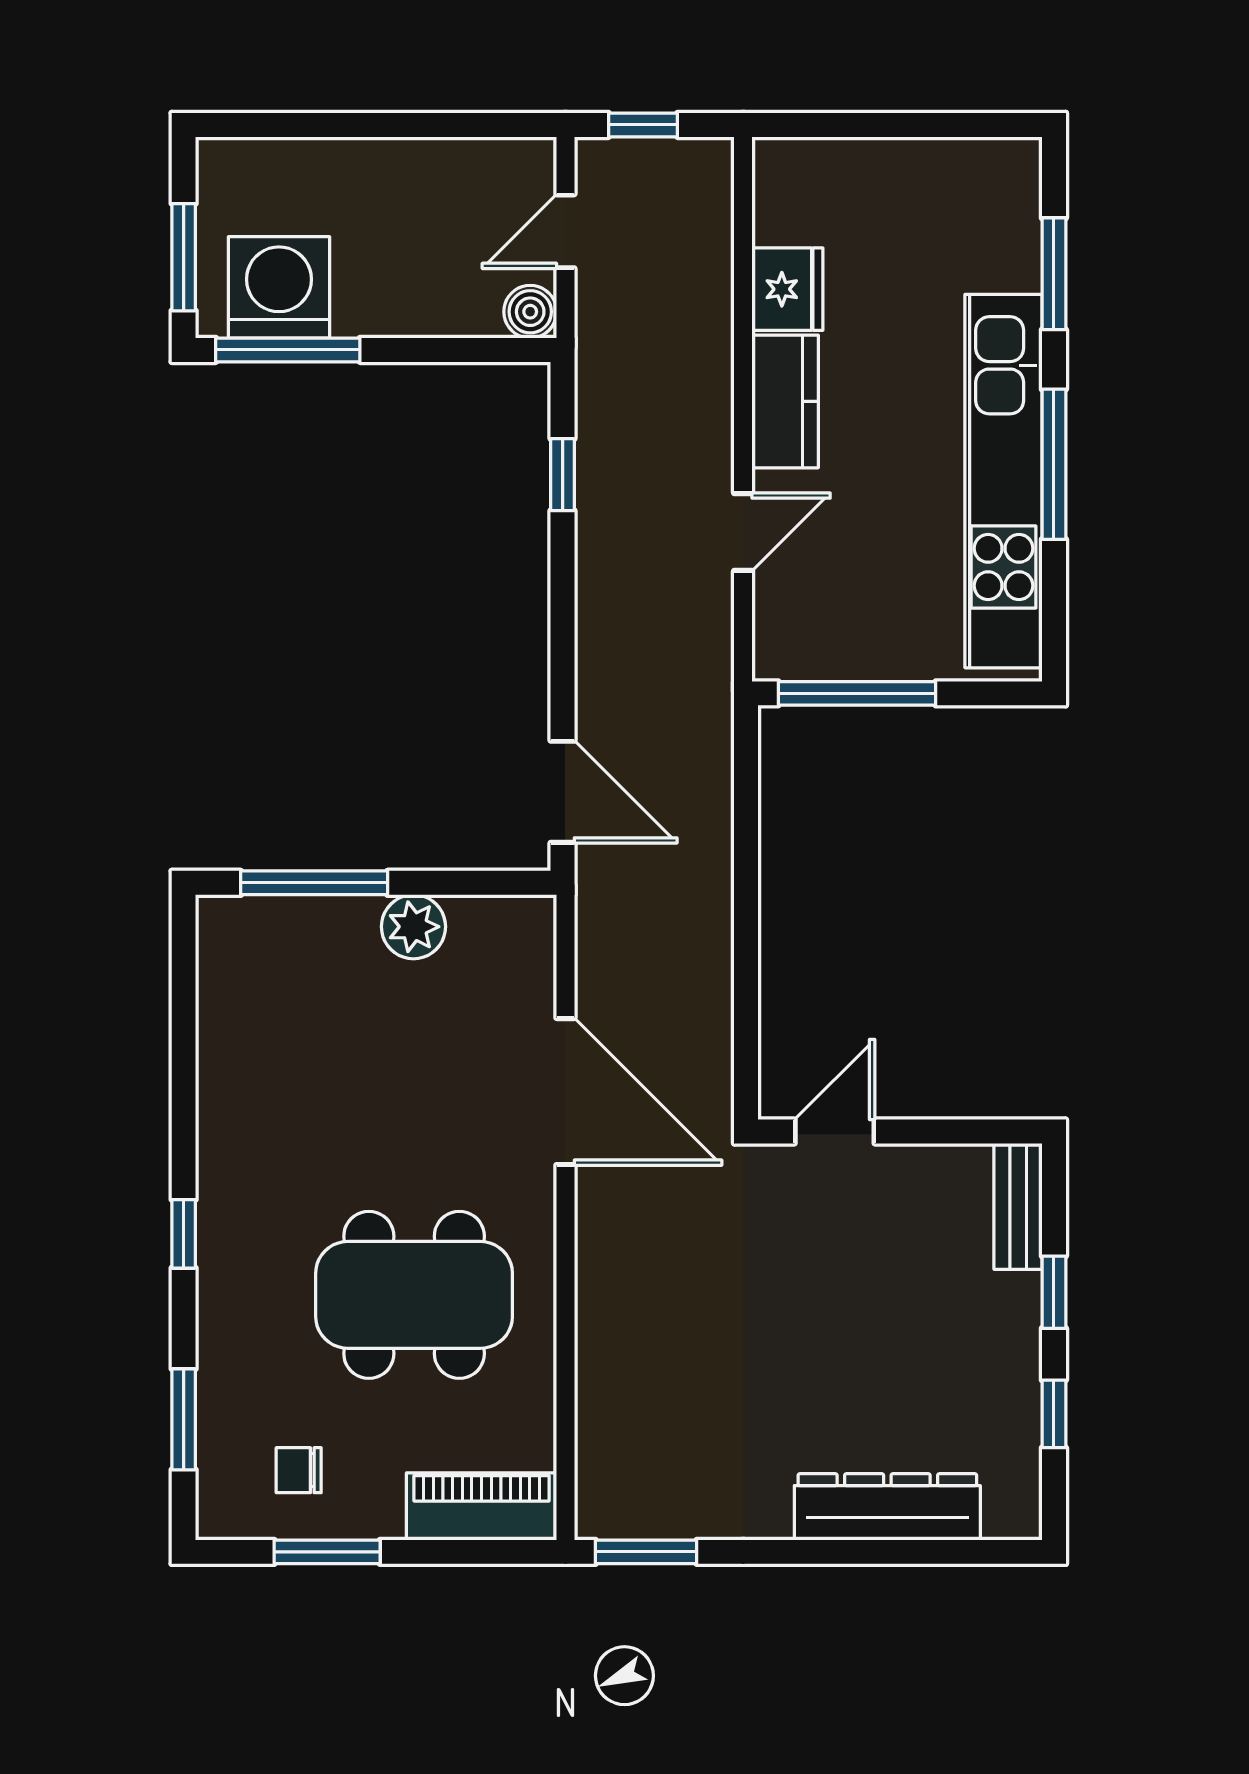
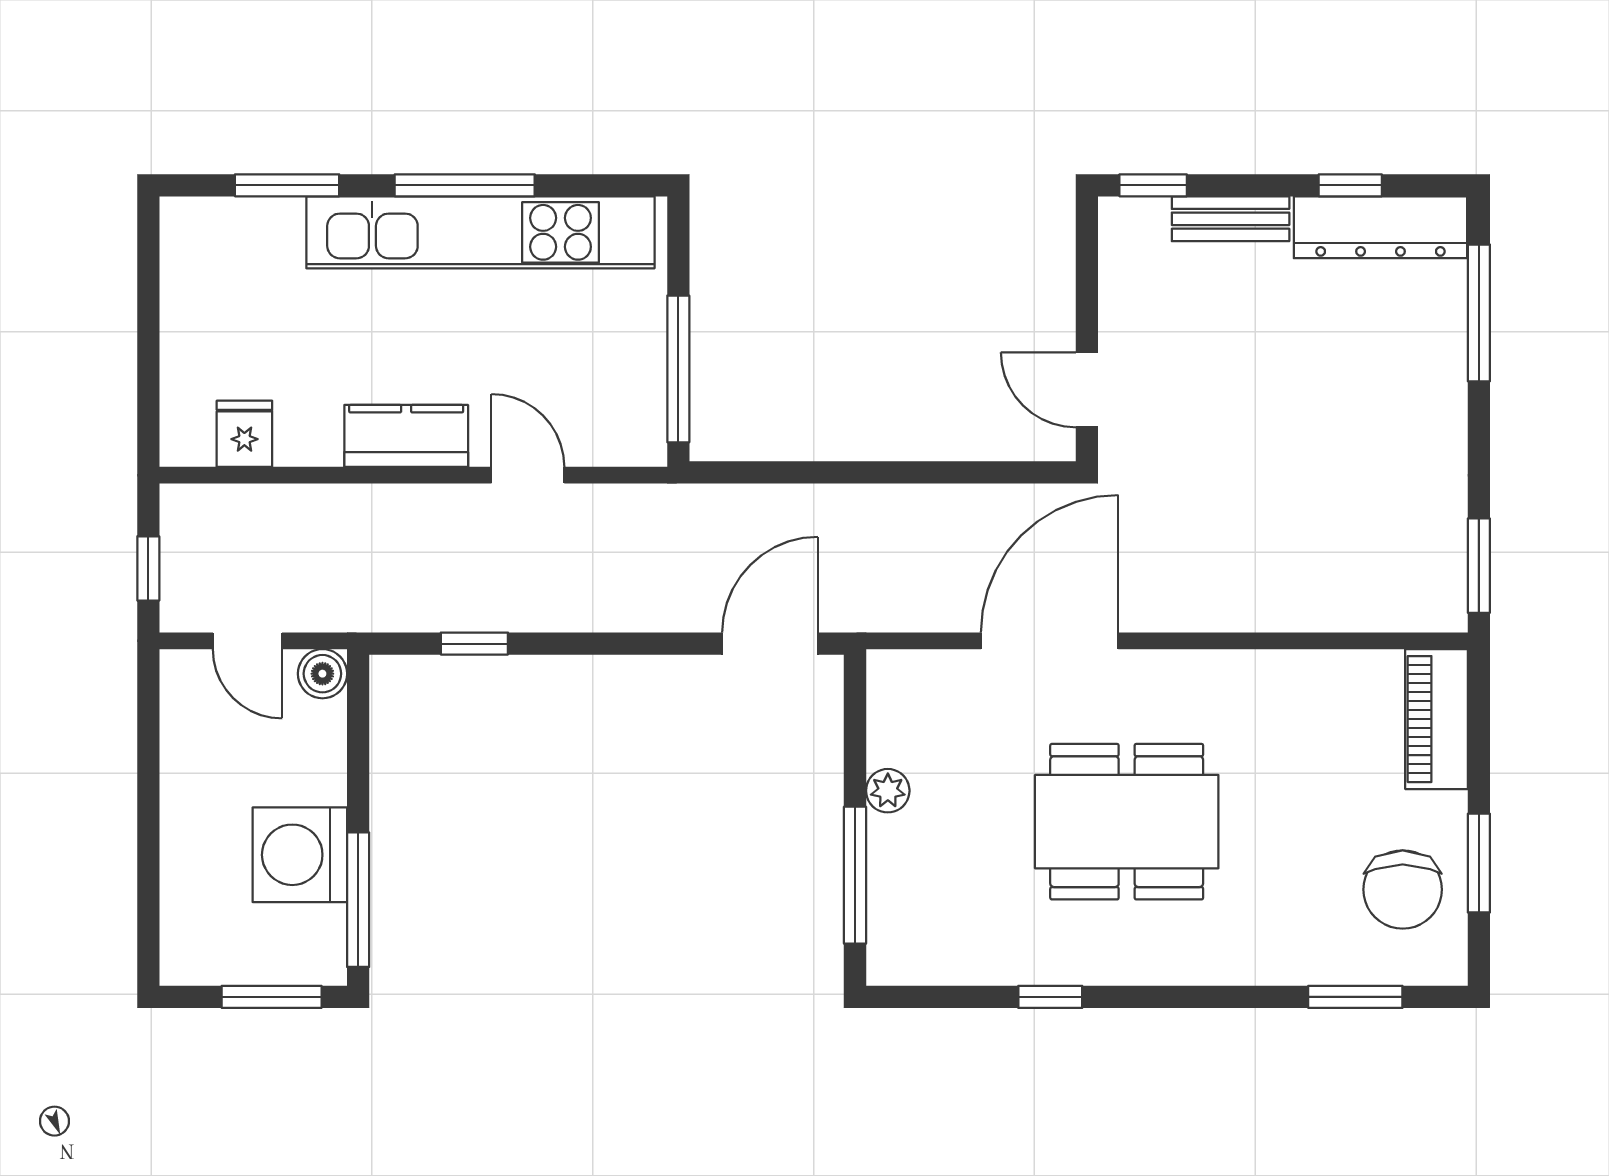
washing machine: (279, 287) -> (300, 855), moved
fridge: (787, 289) -> (244, 434), moved, width x0.72
plant: (413, 927) -> (888, 791), width x0.73, depth x0.73
bench: (1018, 1206) -> (1231, 219), moved
window: (184, 1234) -> (1050, 997), moved
window: (1054, 1292) -> (1153, 185), moved
dining table: (414, 1295) -> (1127, 822), moved, turned 90
chair: (299, 1470) -> (1403, 890), width x1.87, depth x1.87
dresser: (887, 1507) -> (1380, 227), moved, turned -90
window: (917, 1552) -> (1479, 313), added

